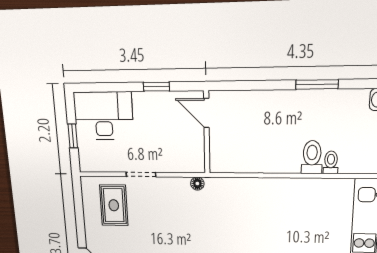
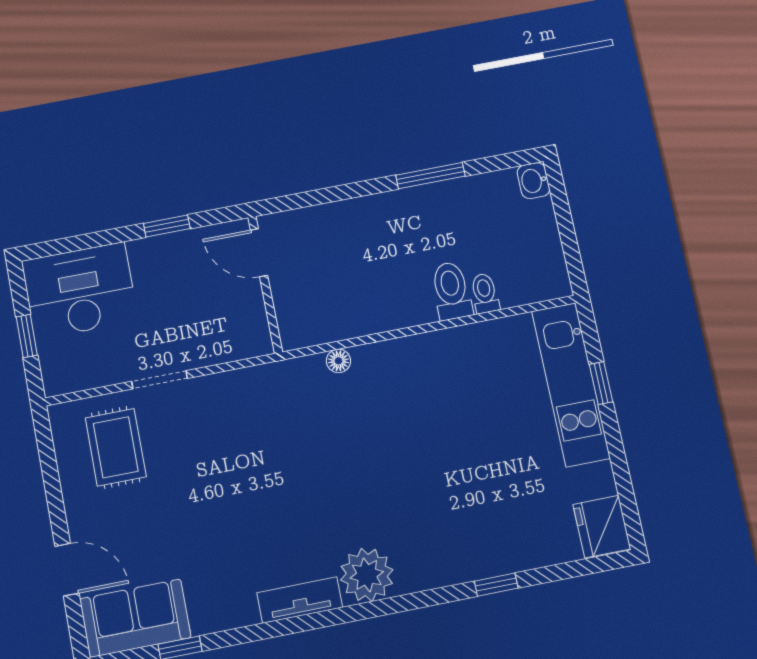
floor lamp: (197, 184) -> (338, 361), moved

